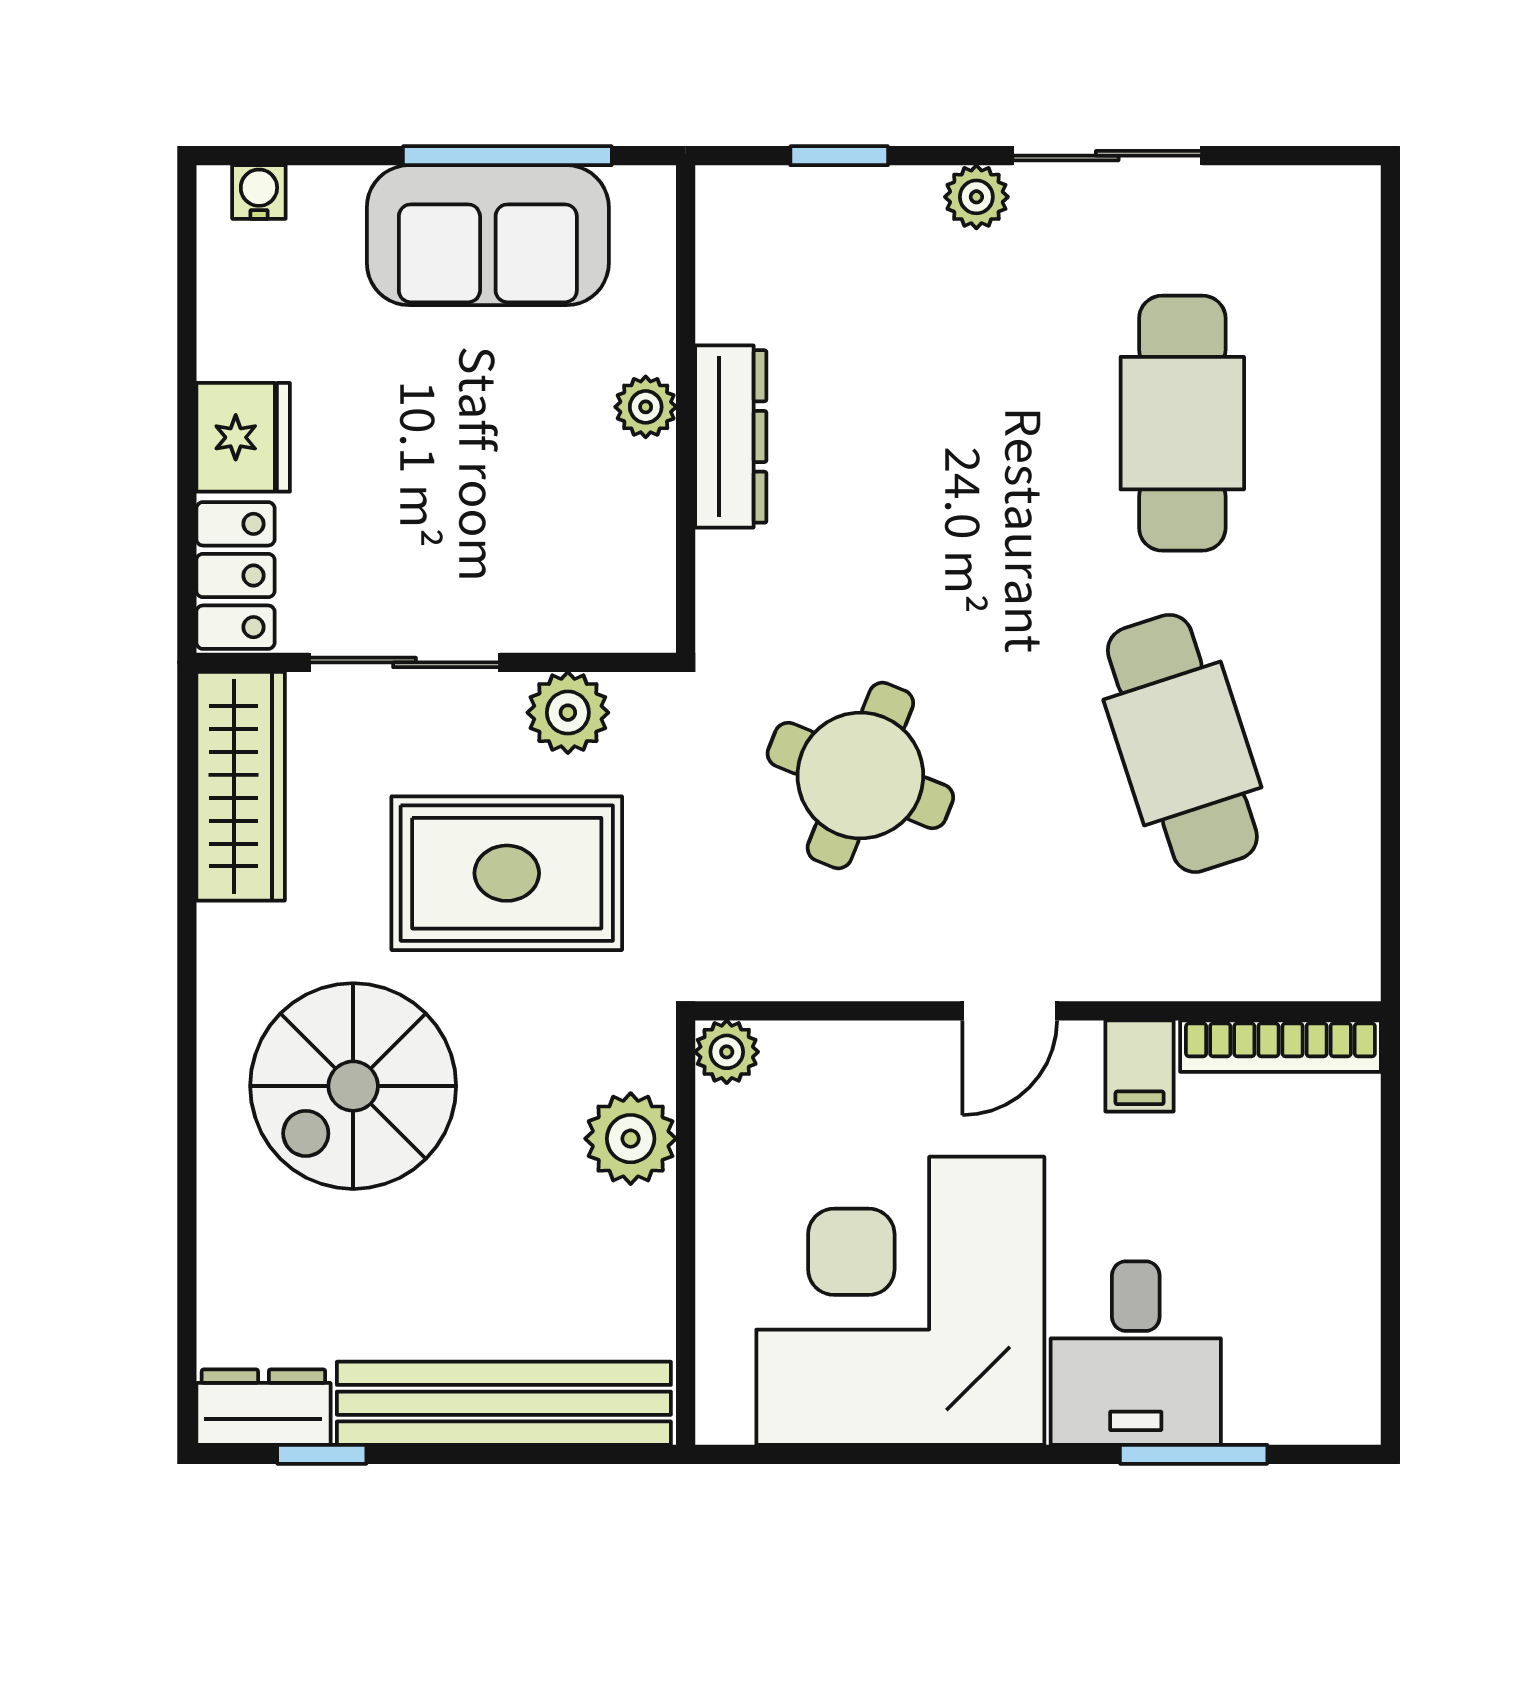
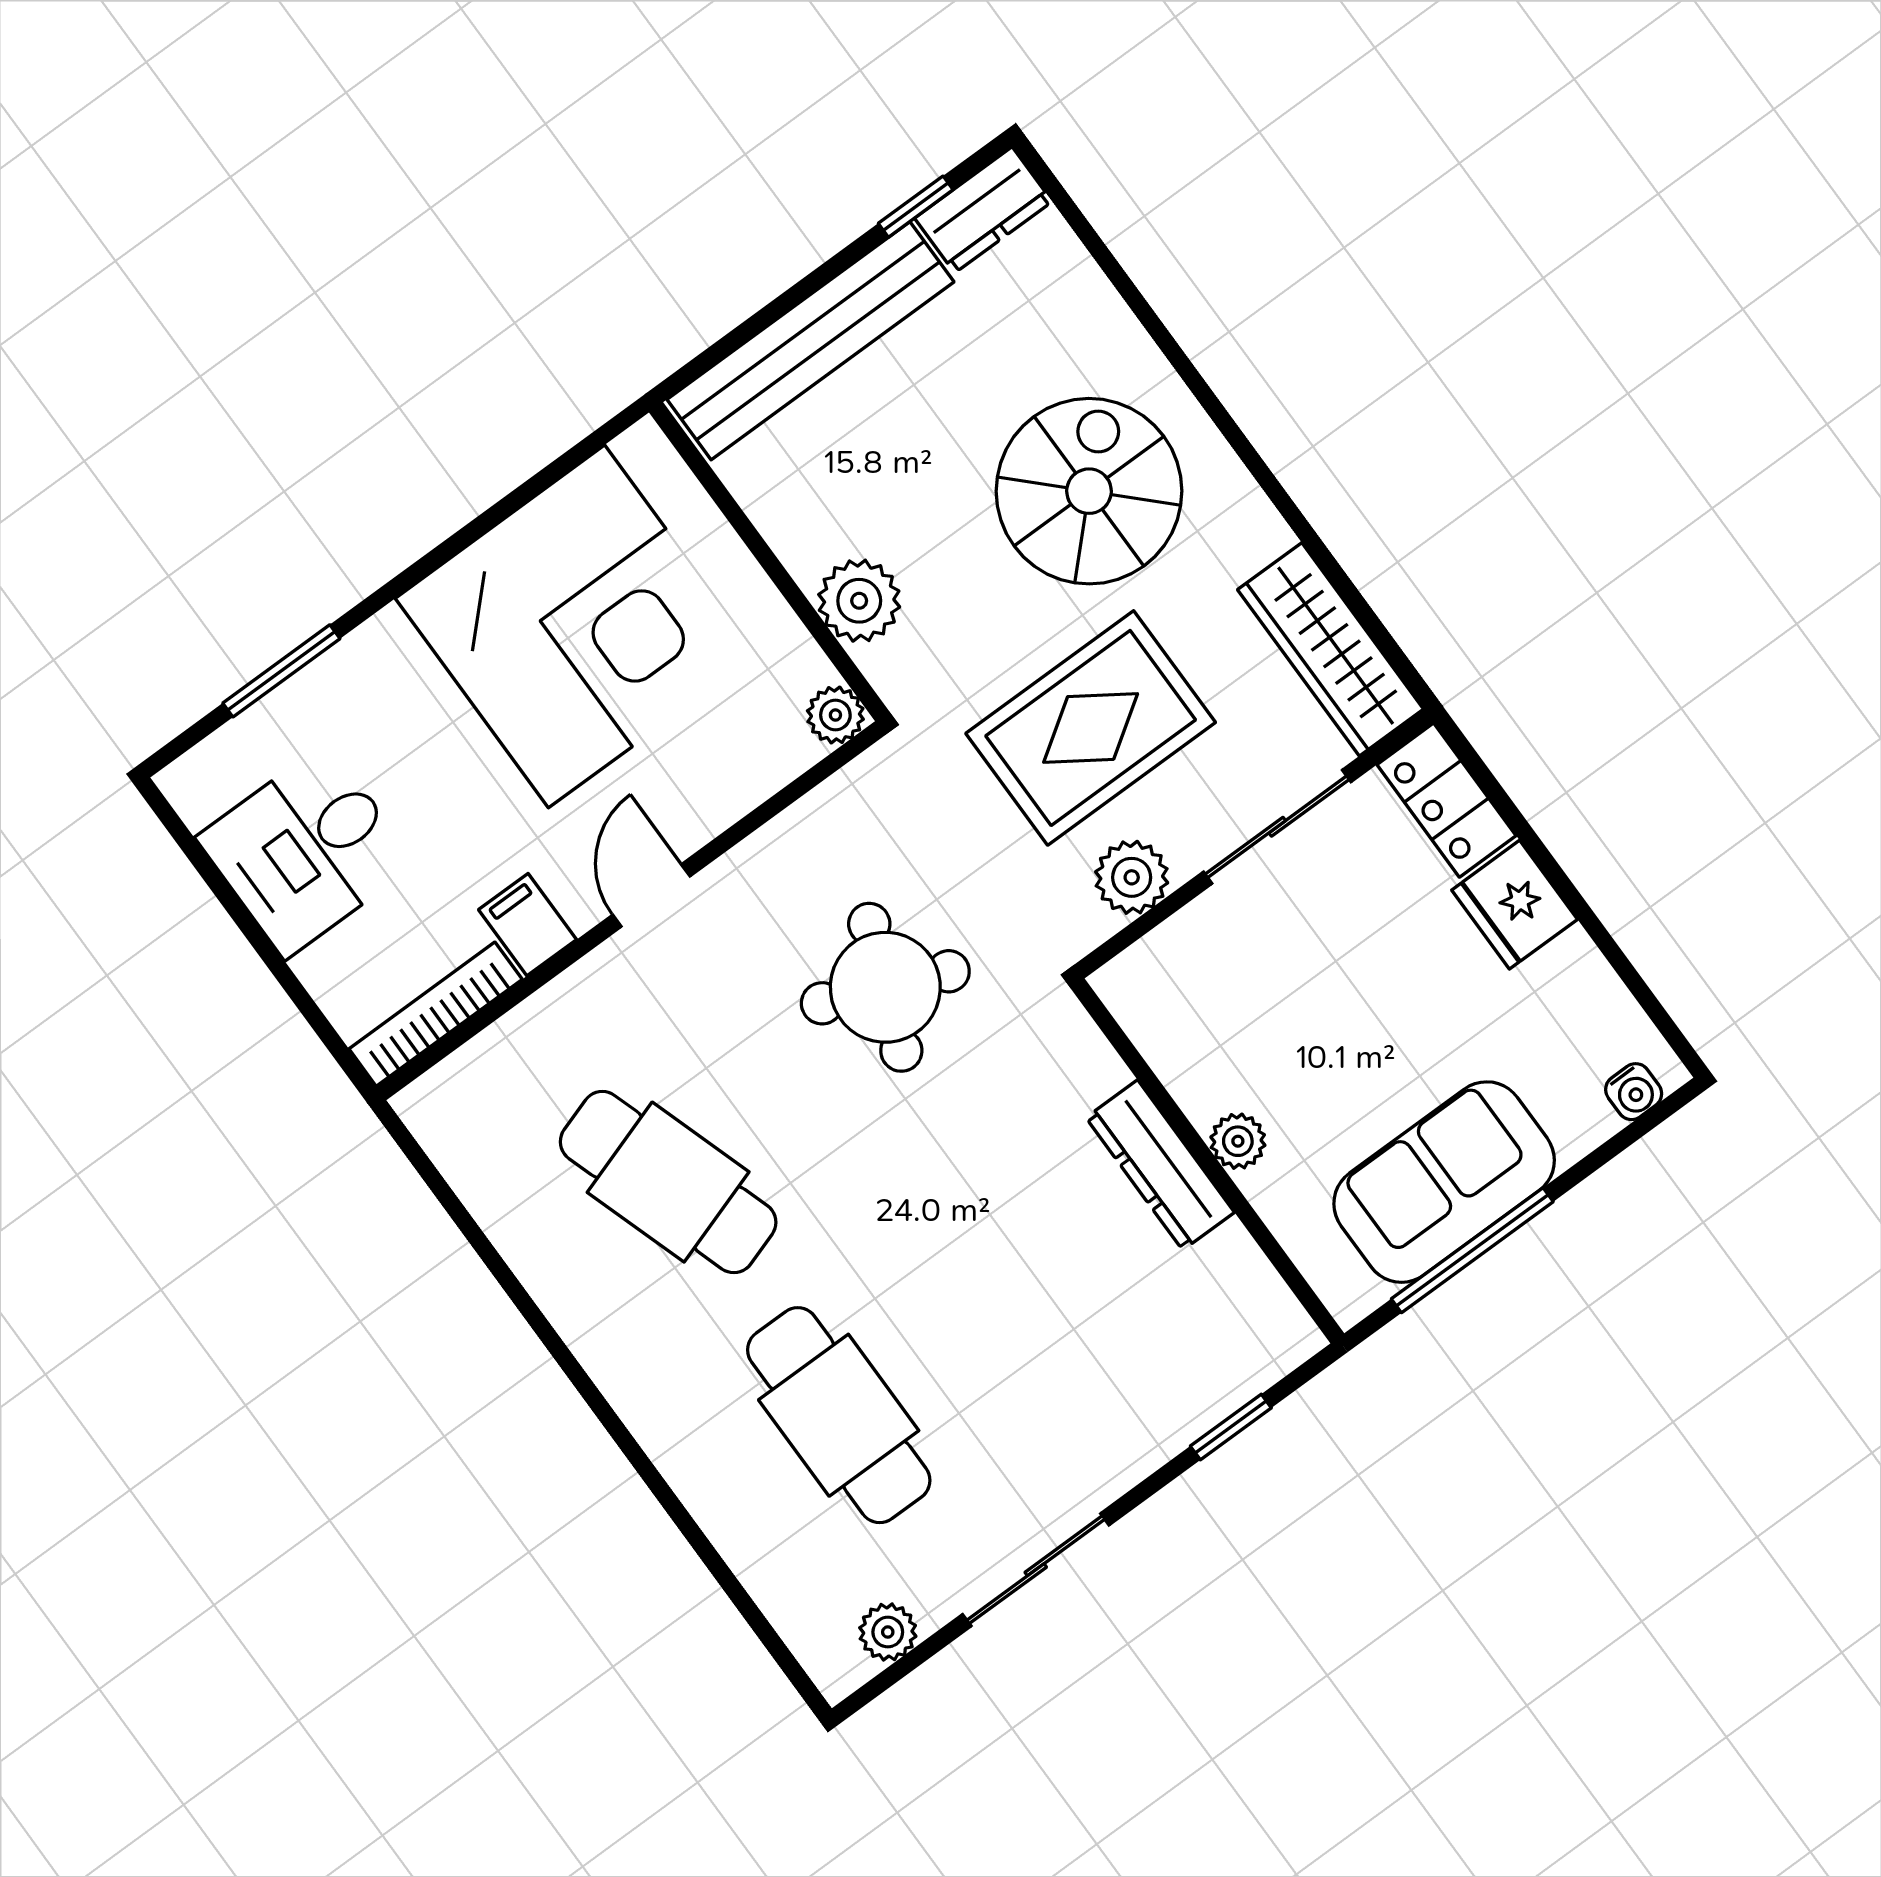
plant: (976, 197) -> (888, 1632), moved
desk: (1136, 1353) -> (306, 851), moved, turned -90

